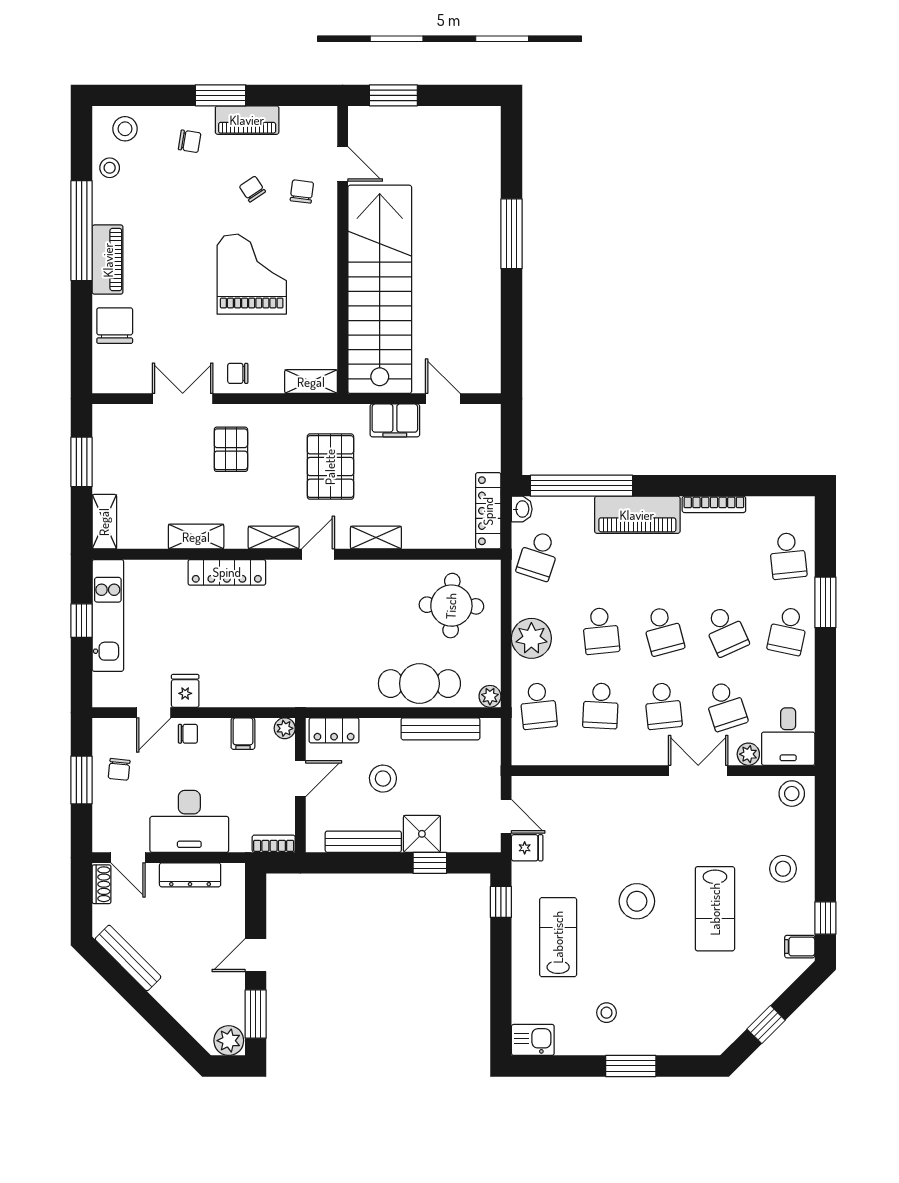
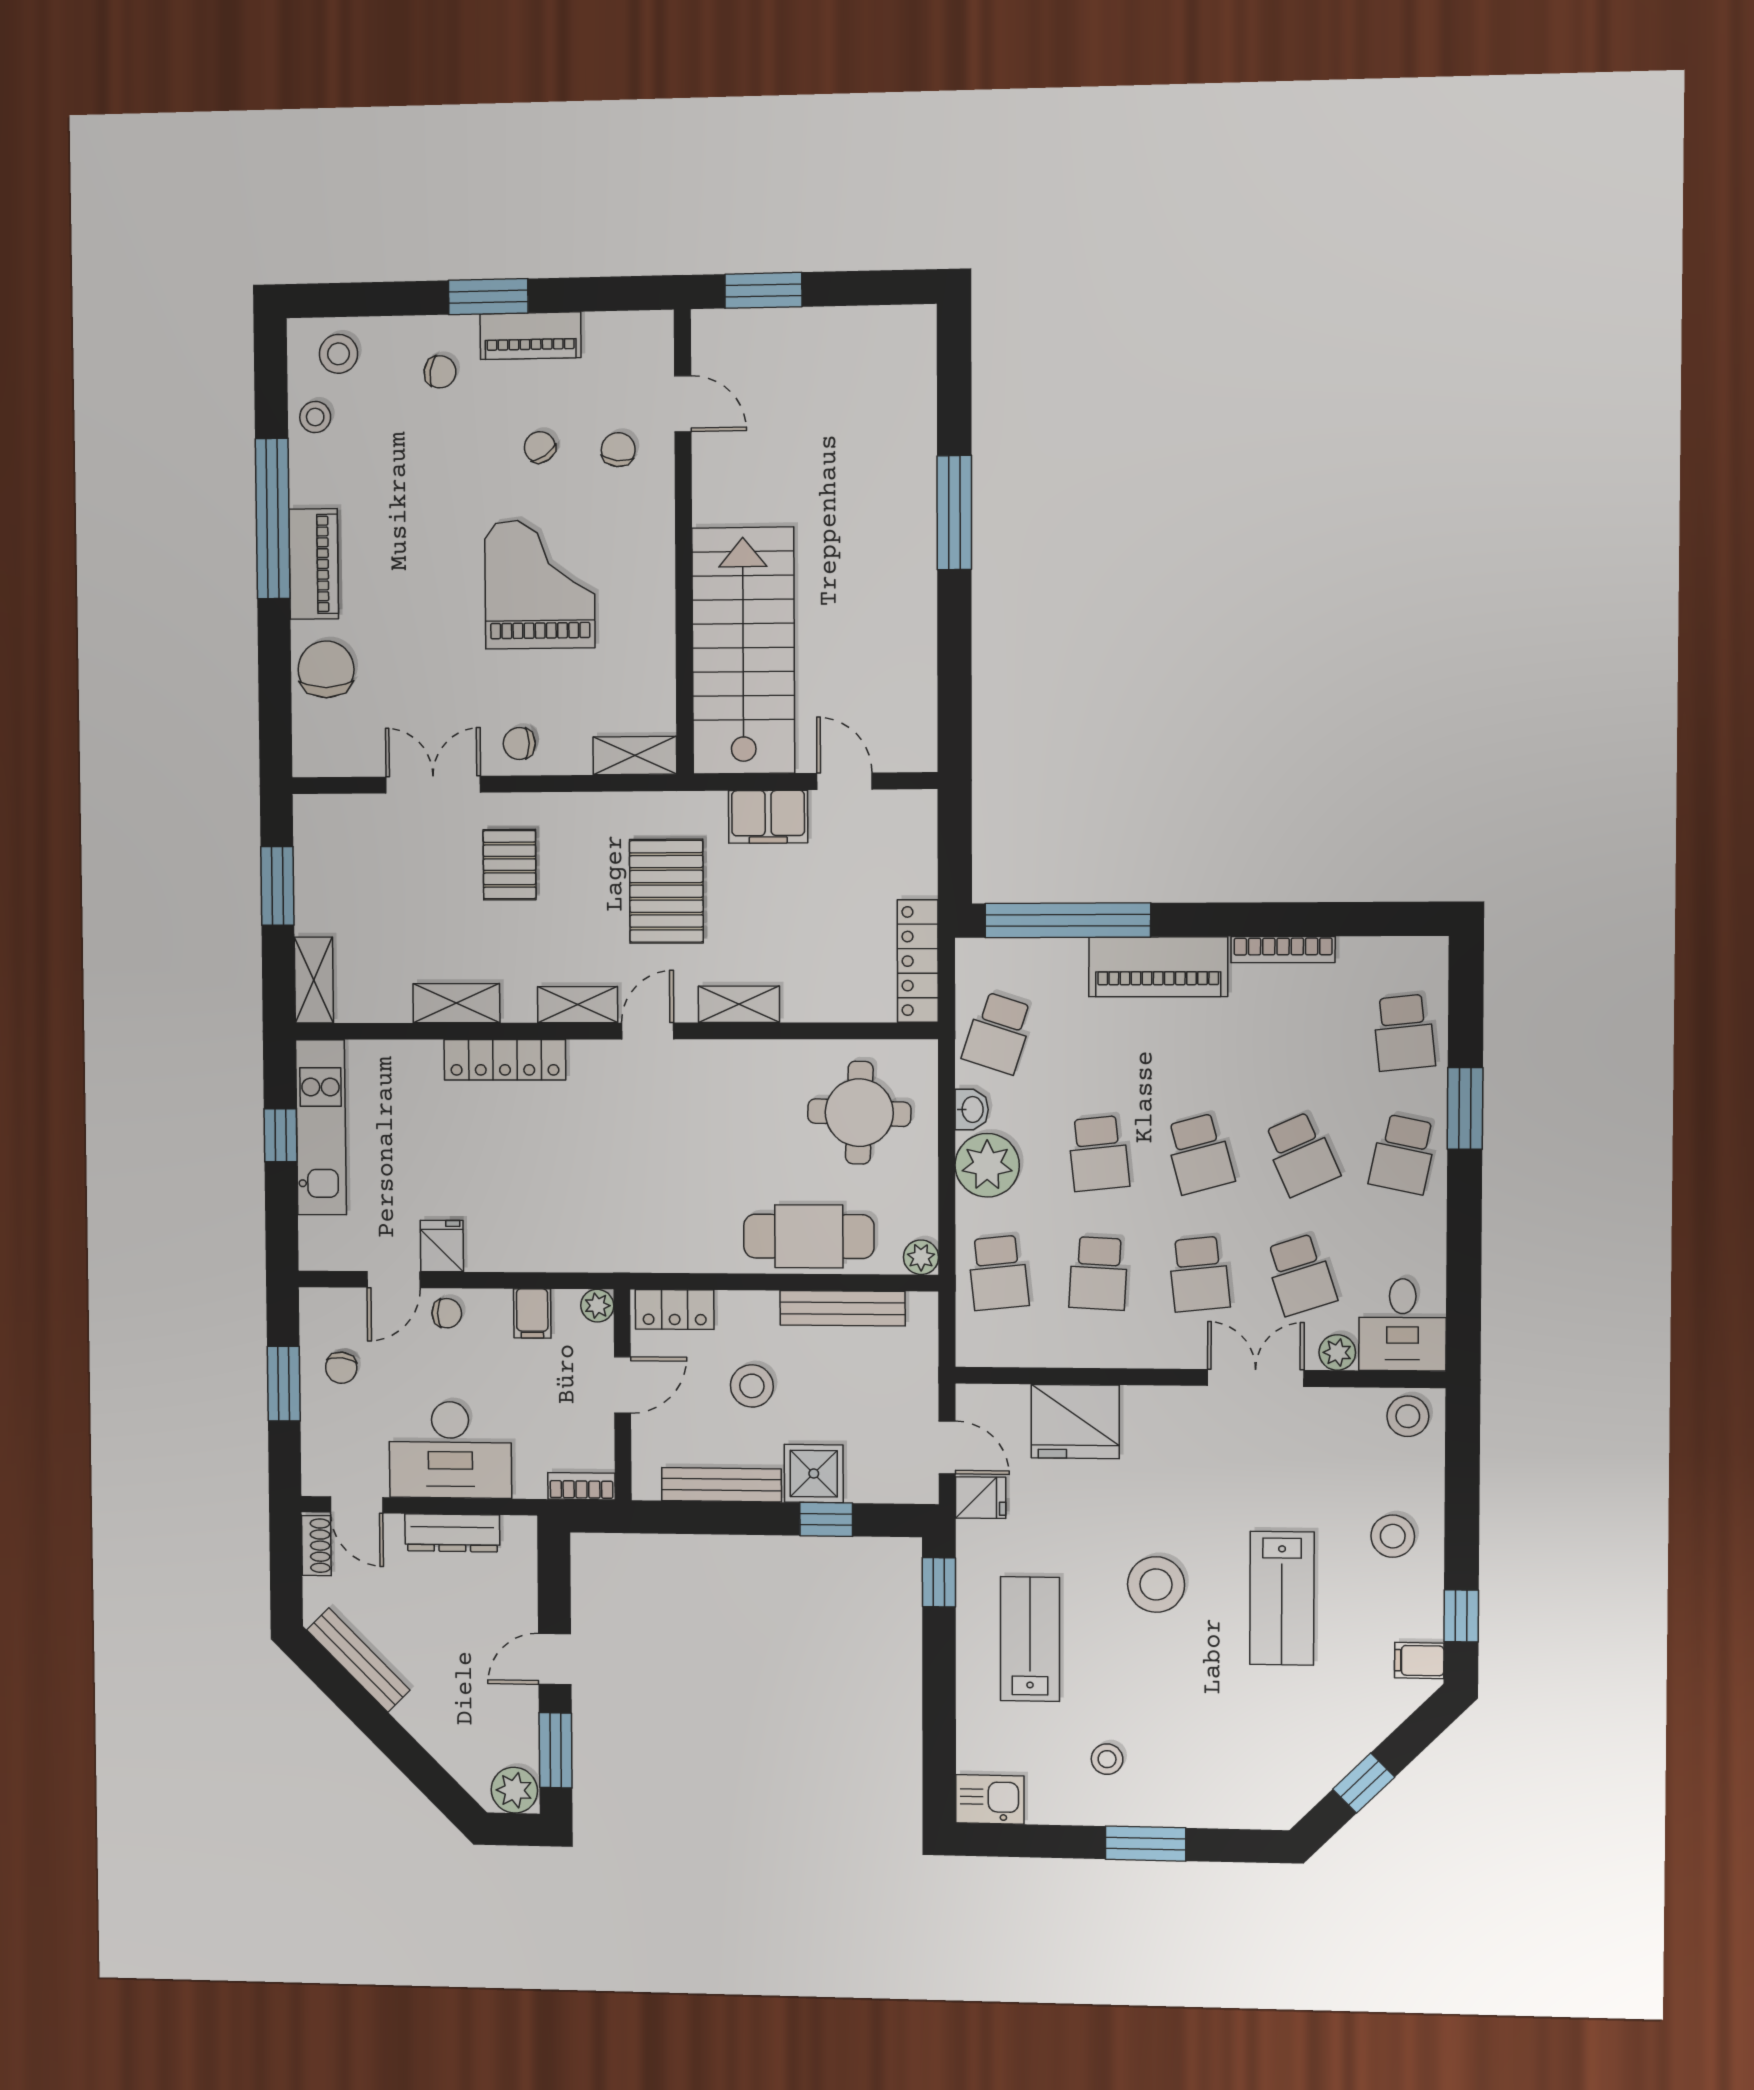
stairs: (380, 289) -> (743, 651), width x0.73
washbasin: (522, 509) -> (972, 1109), moved
fridge: (586, 799) -> (1075, 1422), added

